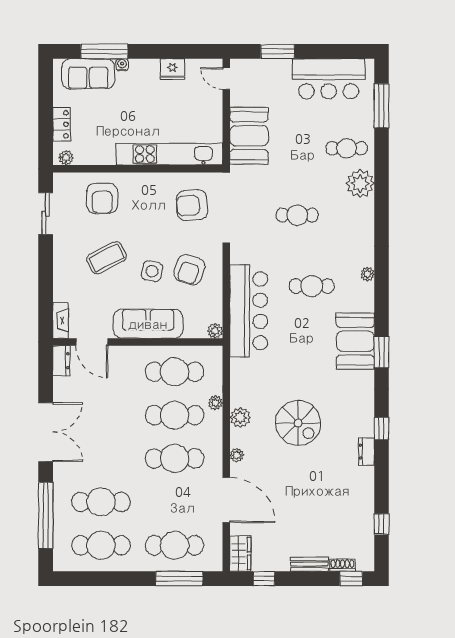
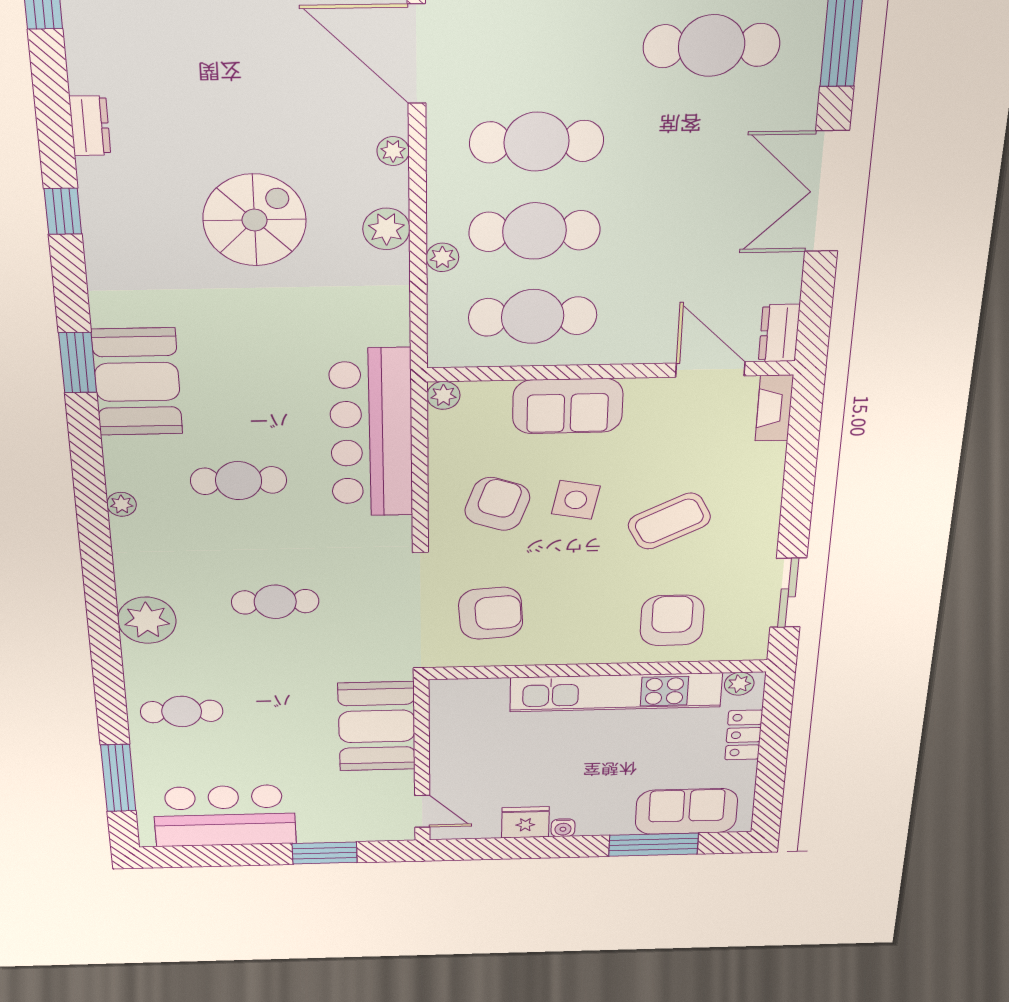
water cooler: (122, 65) -> (563, 828), moved
kitchen unit: (169, 154) -> (616, 692), moved
plant: (360, 184) -> (147, 620), moved
sofa: (148, 324) -> (568, 406), width x0.73
spiral stairs: (298, 423) -> (255, 220), turned 90
dresser: (366, 452) -> (90, 126), moved

